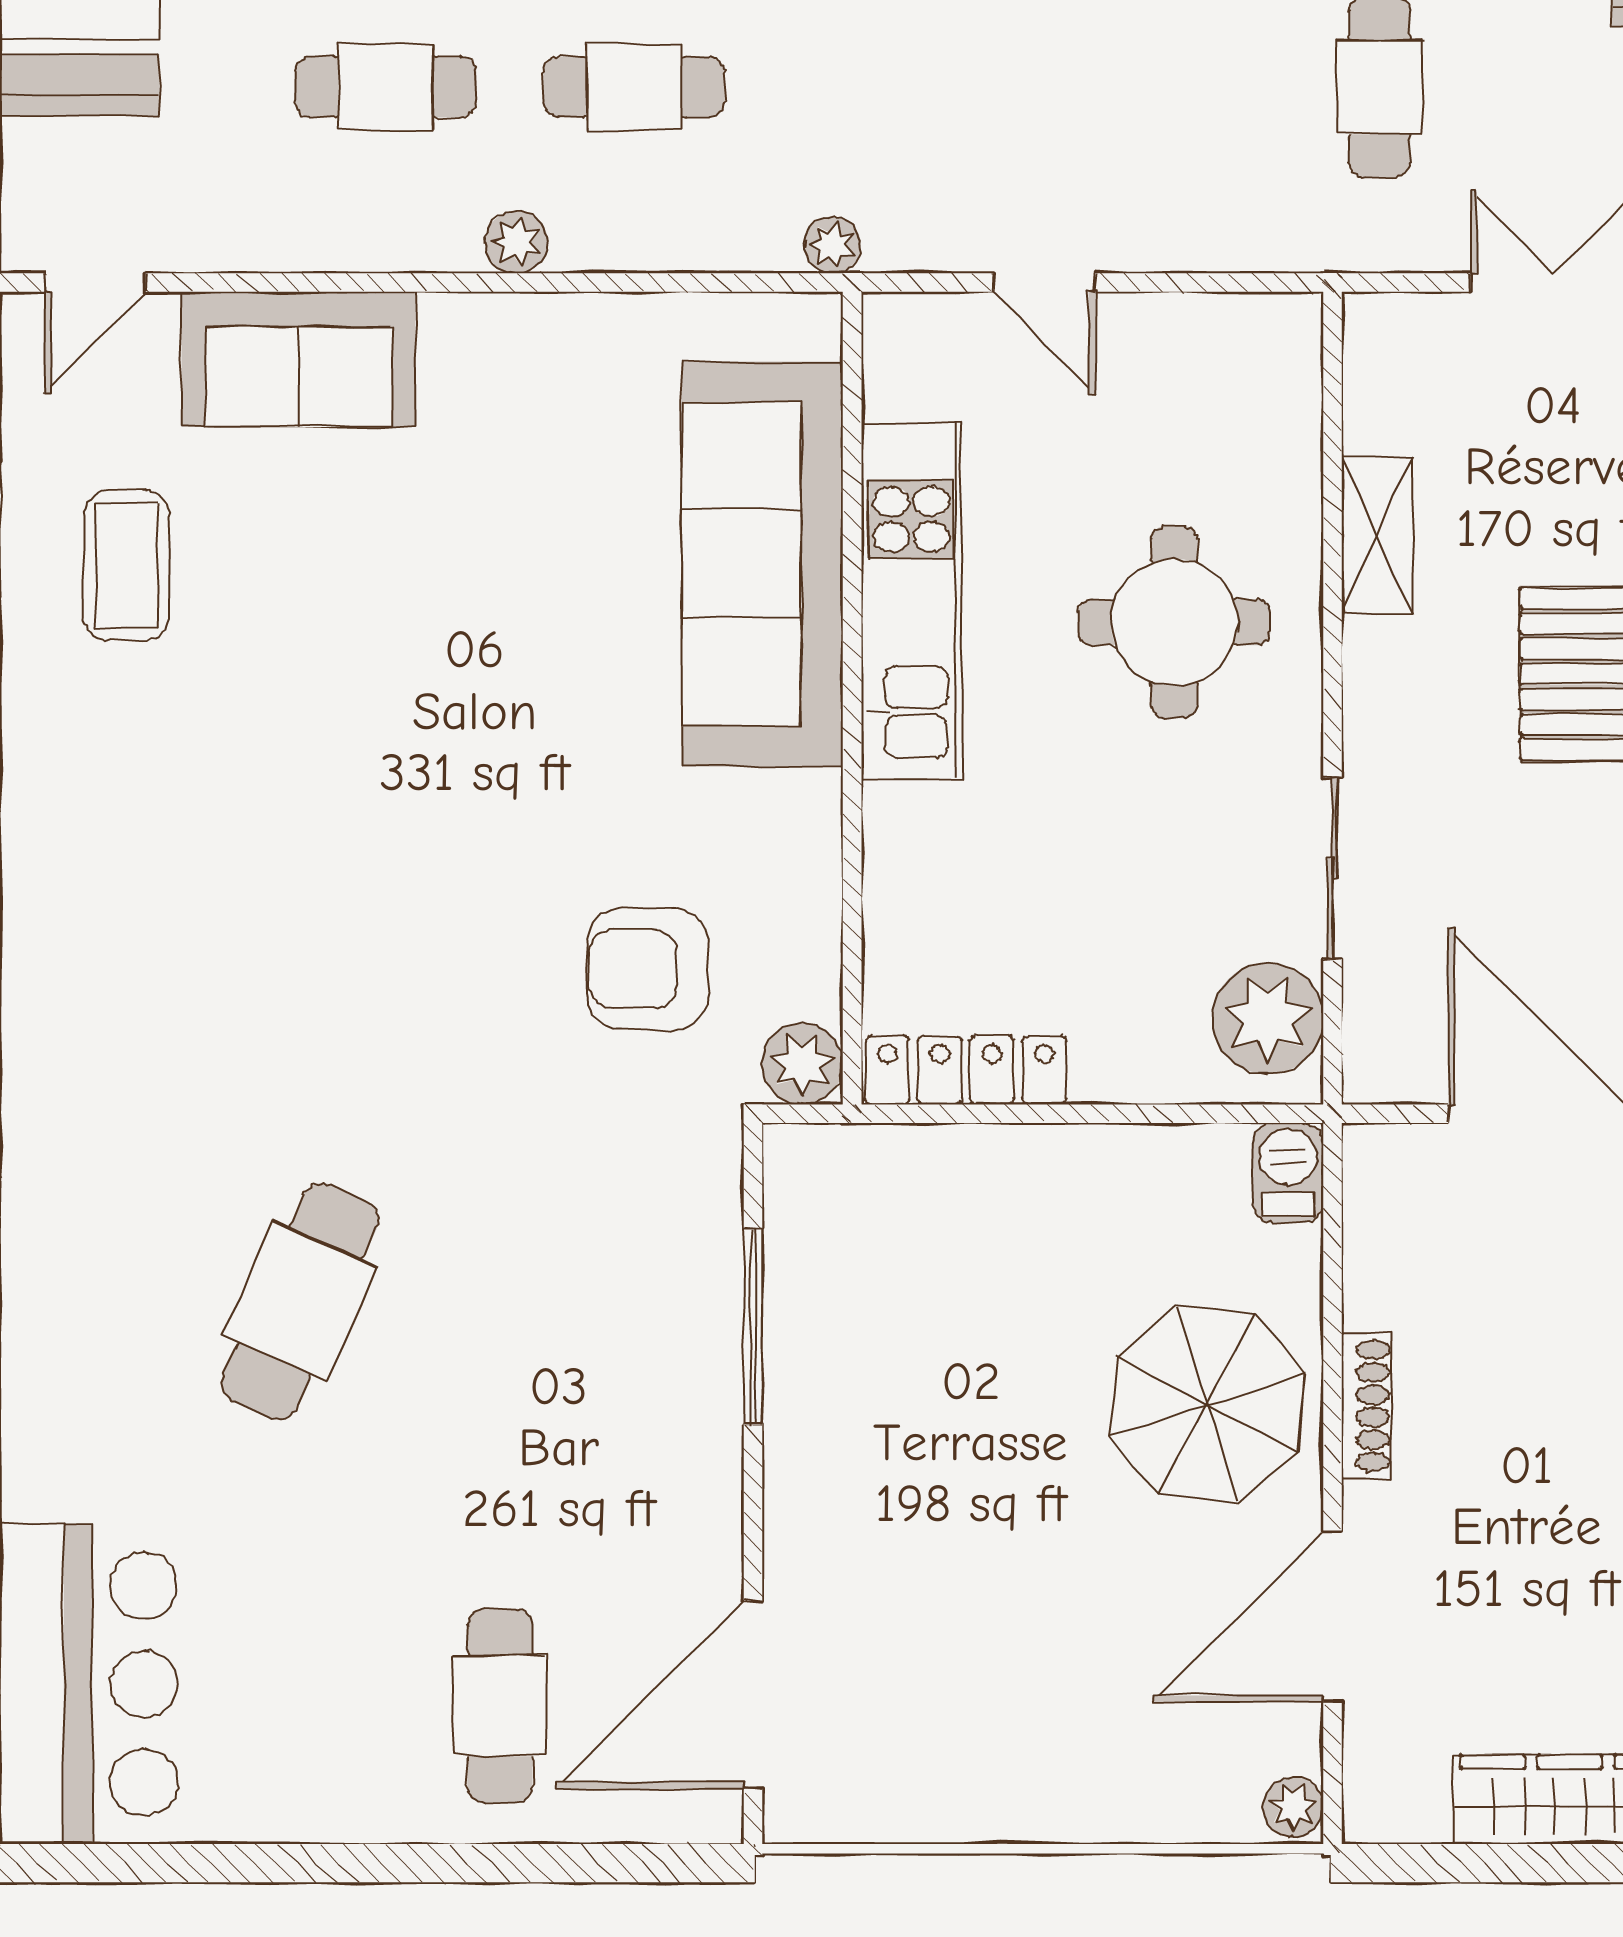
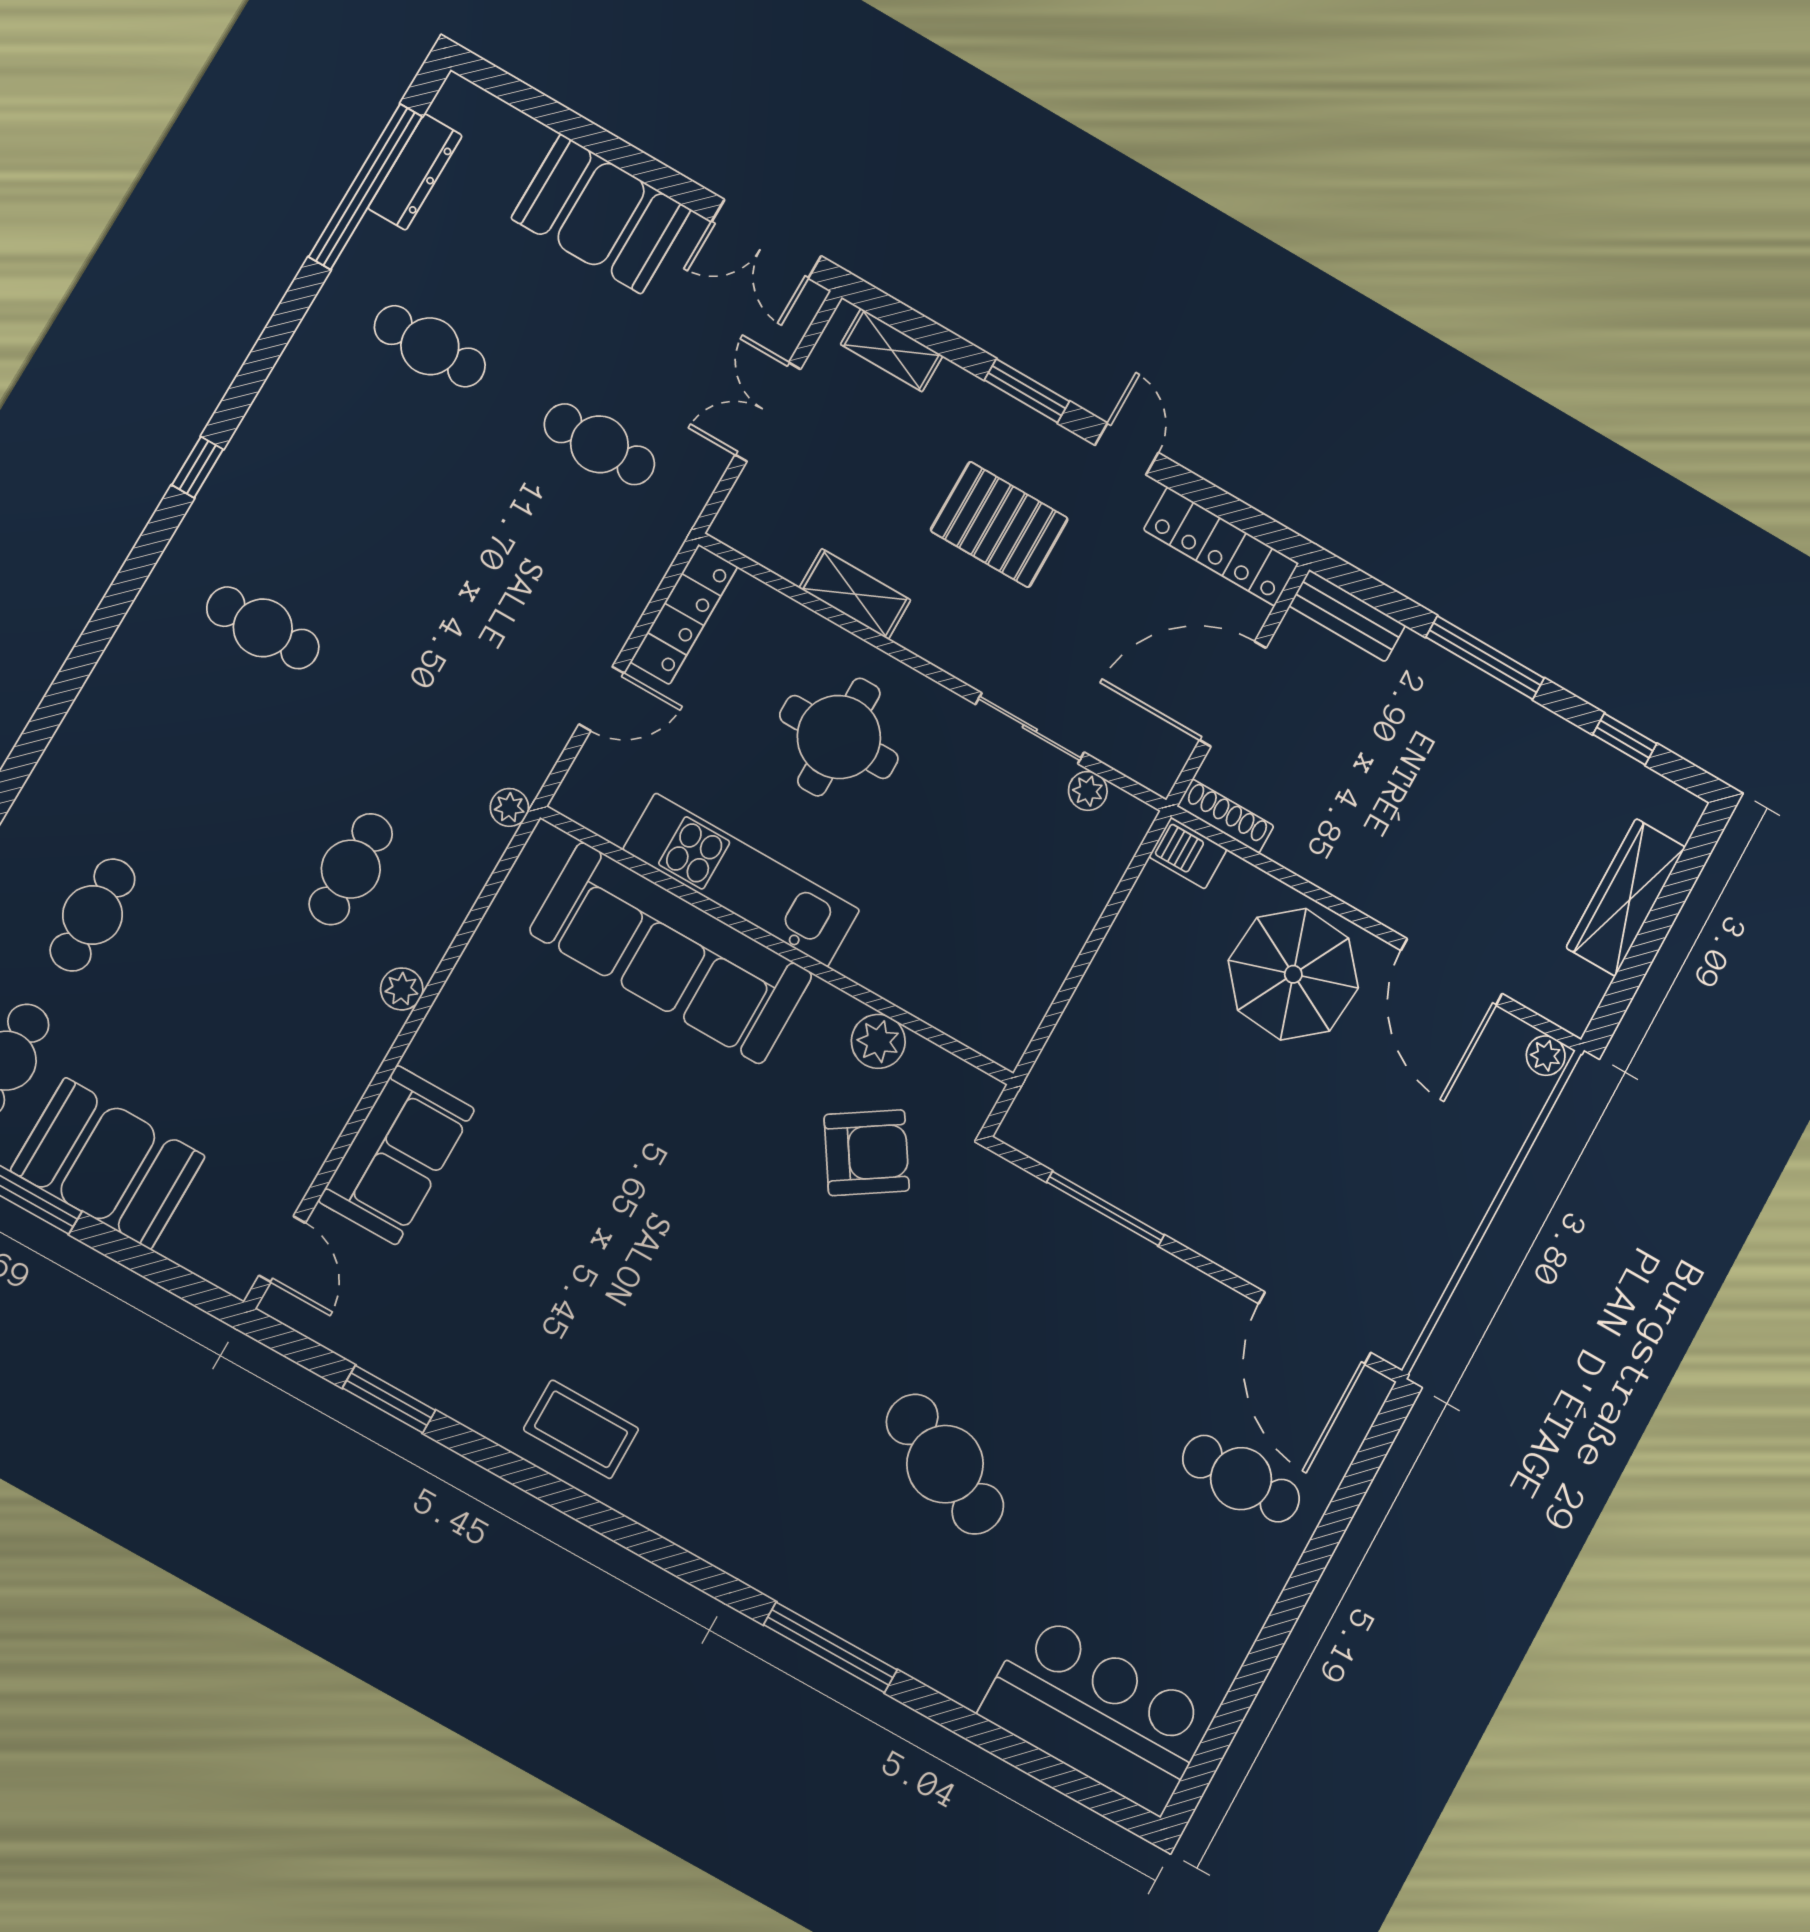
cafe table: (386, 87) -> (266, 1013), removed
coffee table: (126, 565) -> (581, 1429), moved
armchair: (648, 969) -> (867, 1153), turned -123
plant: (1268, 1018) -> (1088, 791), width x0.53, depth x0.53
plant: (802, 1064) -> (878, 1041), moved
locker: (966, 1070) -> (684, 614), moved, turned 180
shoe rack: (1366, 1406) -> (1225, 816), moved

